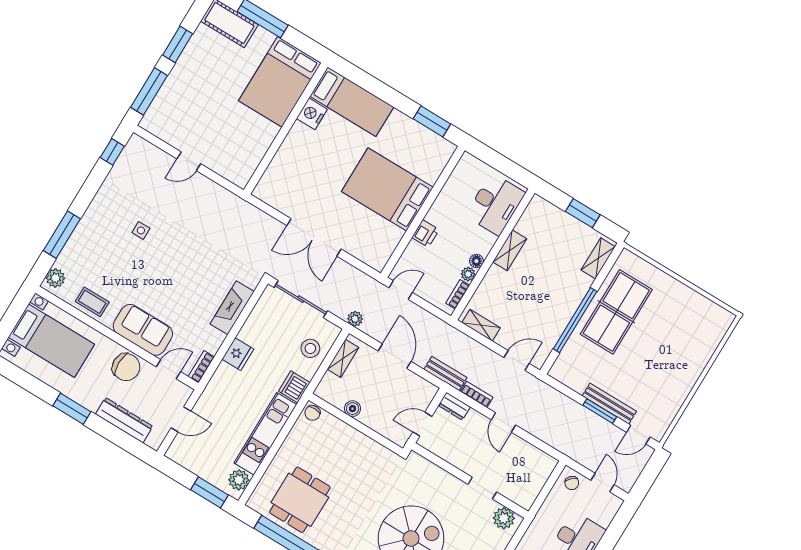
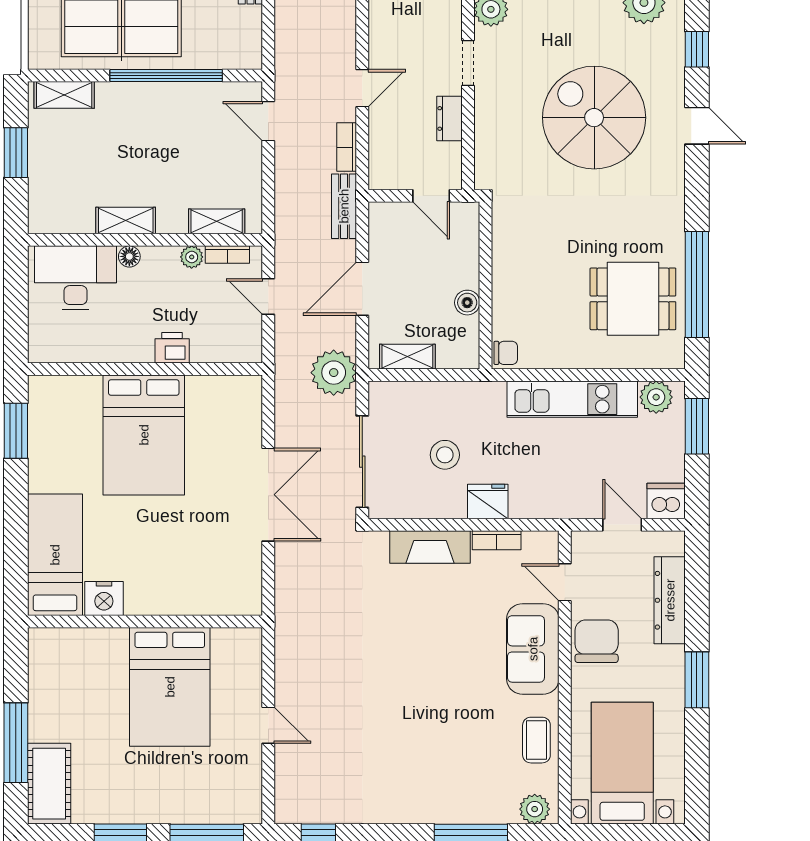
bed: (280, 82) -> (170, 687), moved, turned 90
side table: (141, 230) -> (401, 733), removed
floor lamp: (476, 261) -> (129, 256), moved
door: (401, 290) -> (268, 297), moved
plant: (355, 319) -> (334, 373), width x1.88, depth x1.88
shelving: (481, 325) -> (217, 221), moved, turned 90
stool: (310, 348) -> (445, 455), moved
bookcase: (201, 367) -> (497, 540), moved
dishwasher: (294, 387) -> (666, 501), moved, turned 180
dresser: (454, 406) -> (450, 118), moved, turned 180

